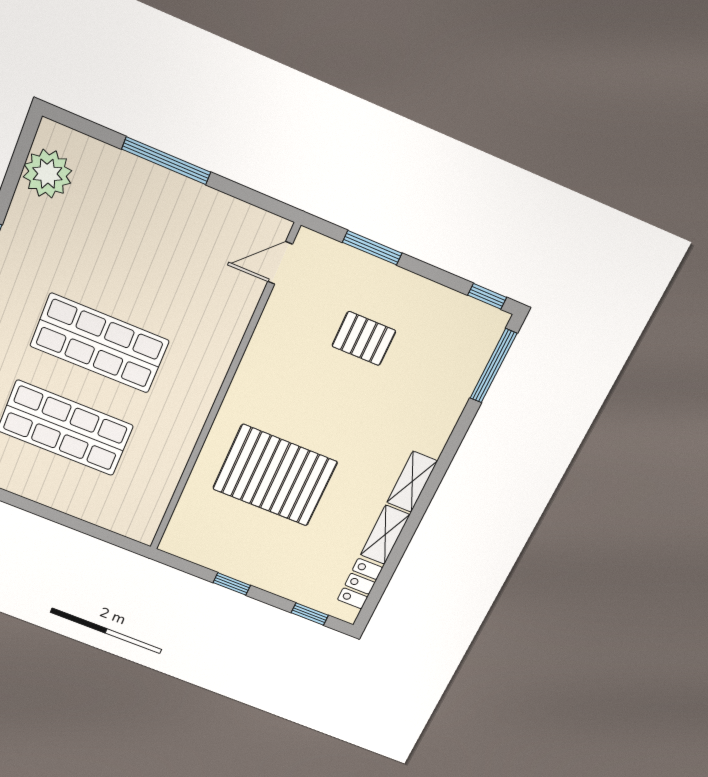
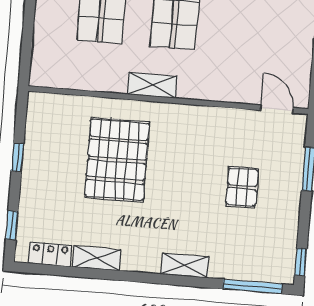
shelving: (197, 406) -> (152, 85), added
shelving: (412, 482) -> (185, 265), moved

